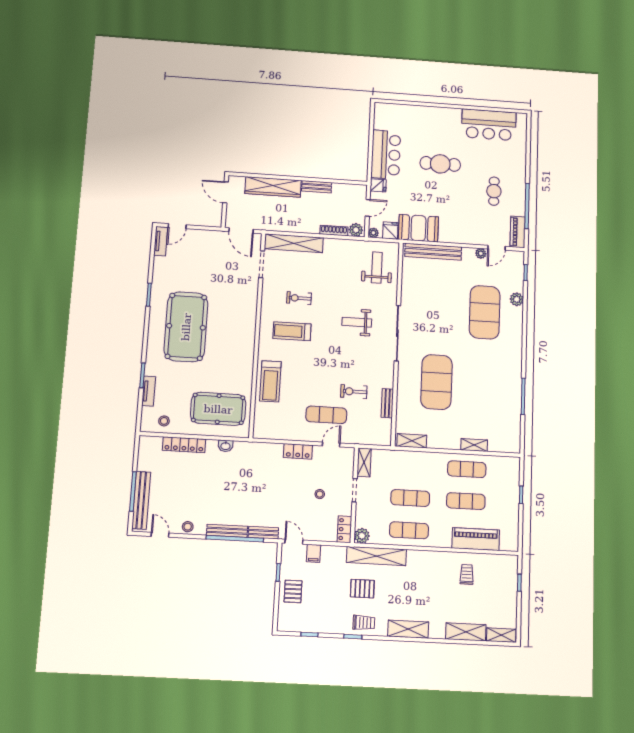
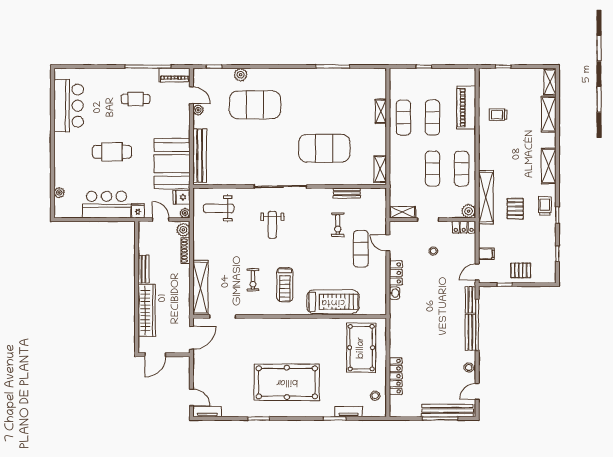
plant: (400, 109) -> (59, 193), added
cafe table: (440, 164) -> (112, 152), turned 90
booth: (418, 228) -> (172, 164), width x1.36, depth x1.42
treadmill: (270, 381) -> (333, 302), width x1.37, depth x1.38
washbasin: (226, 446) -> (395, 293), moved

